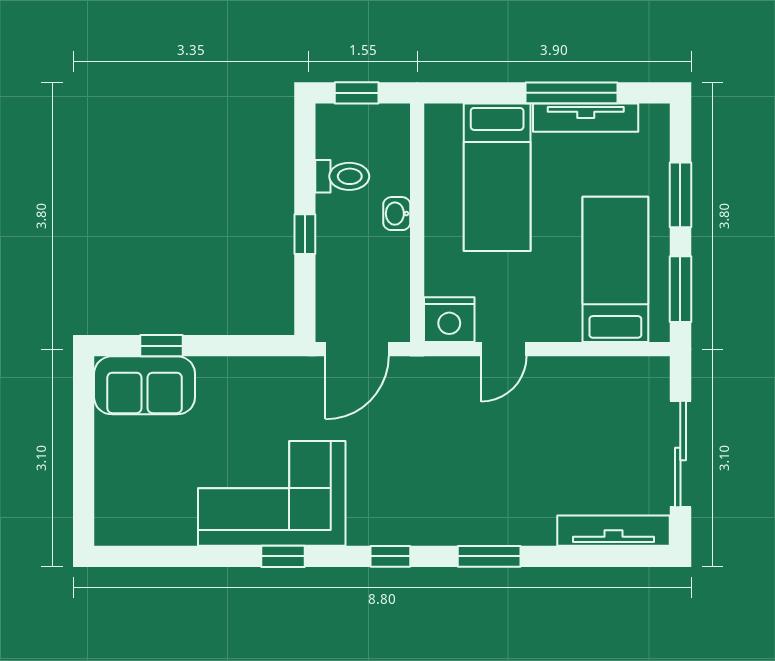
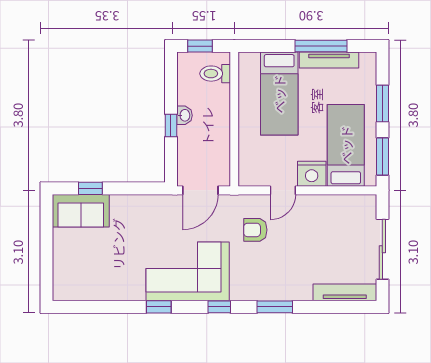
toilet: (342, 176) -> (215, 74), moved, turned 180
washbasin: (397, 214) -> (184, 115), moved, turned 180
nightstand: (449, 320) -> (312, 174), moved
armchair: (455, 420) -> (255, 230), added
corner sofa: (272, 493) -> (188, 271), moved

